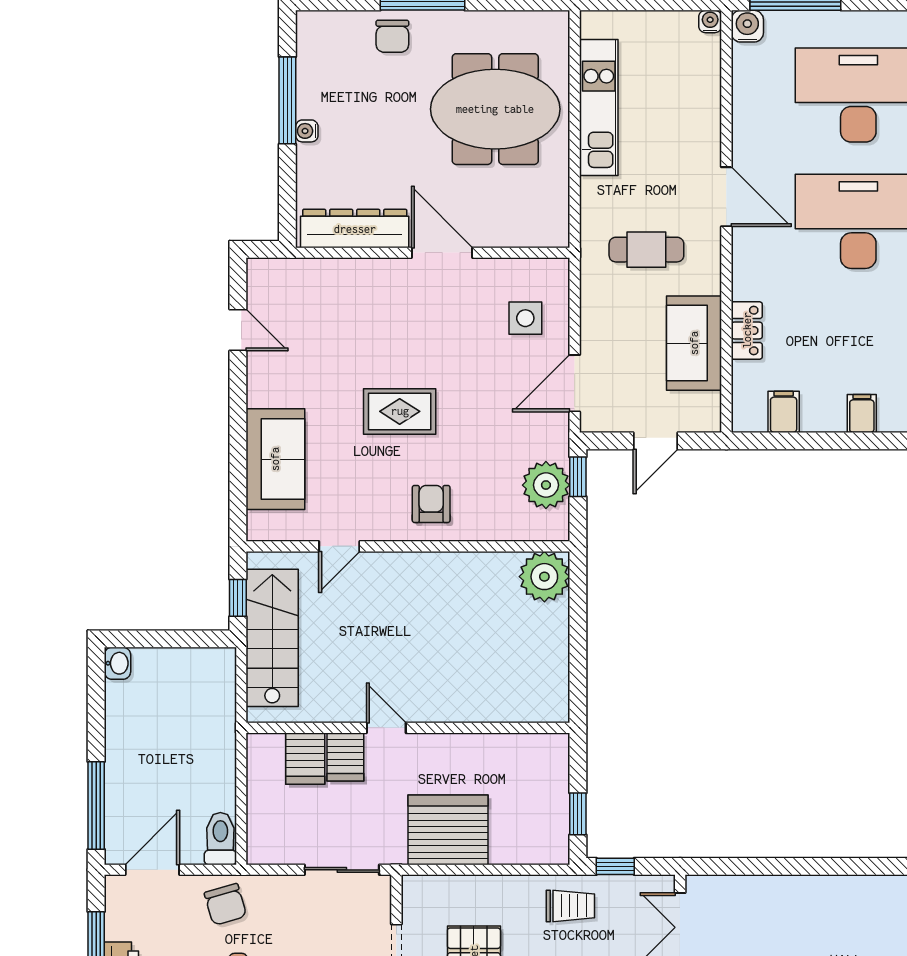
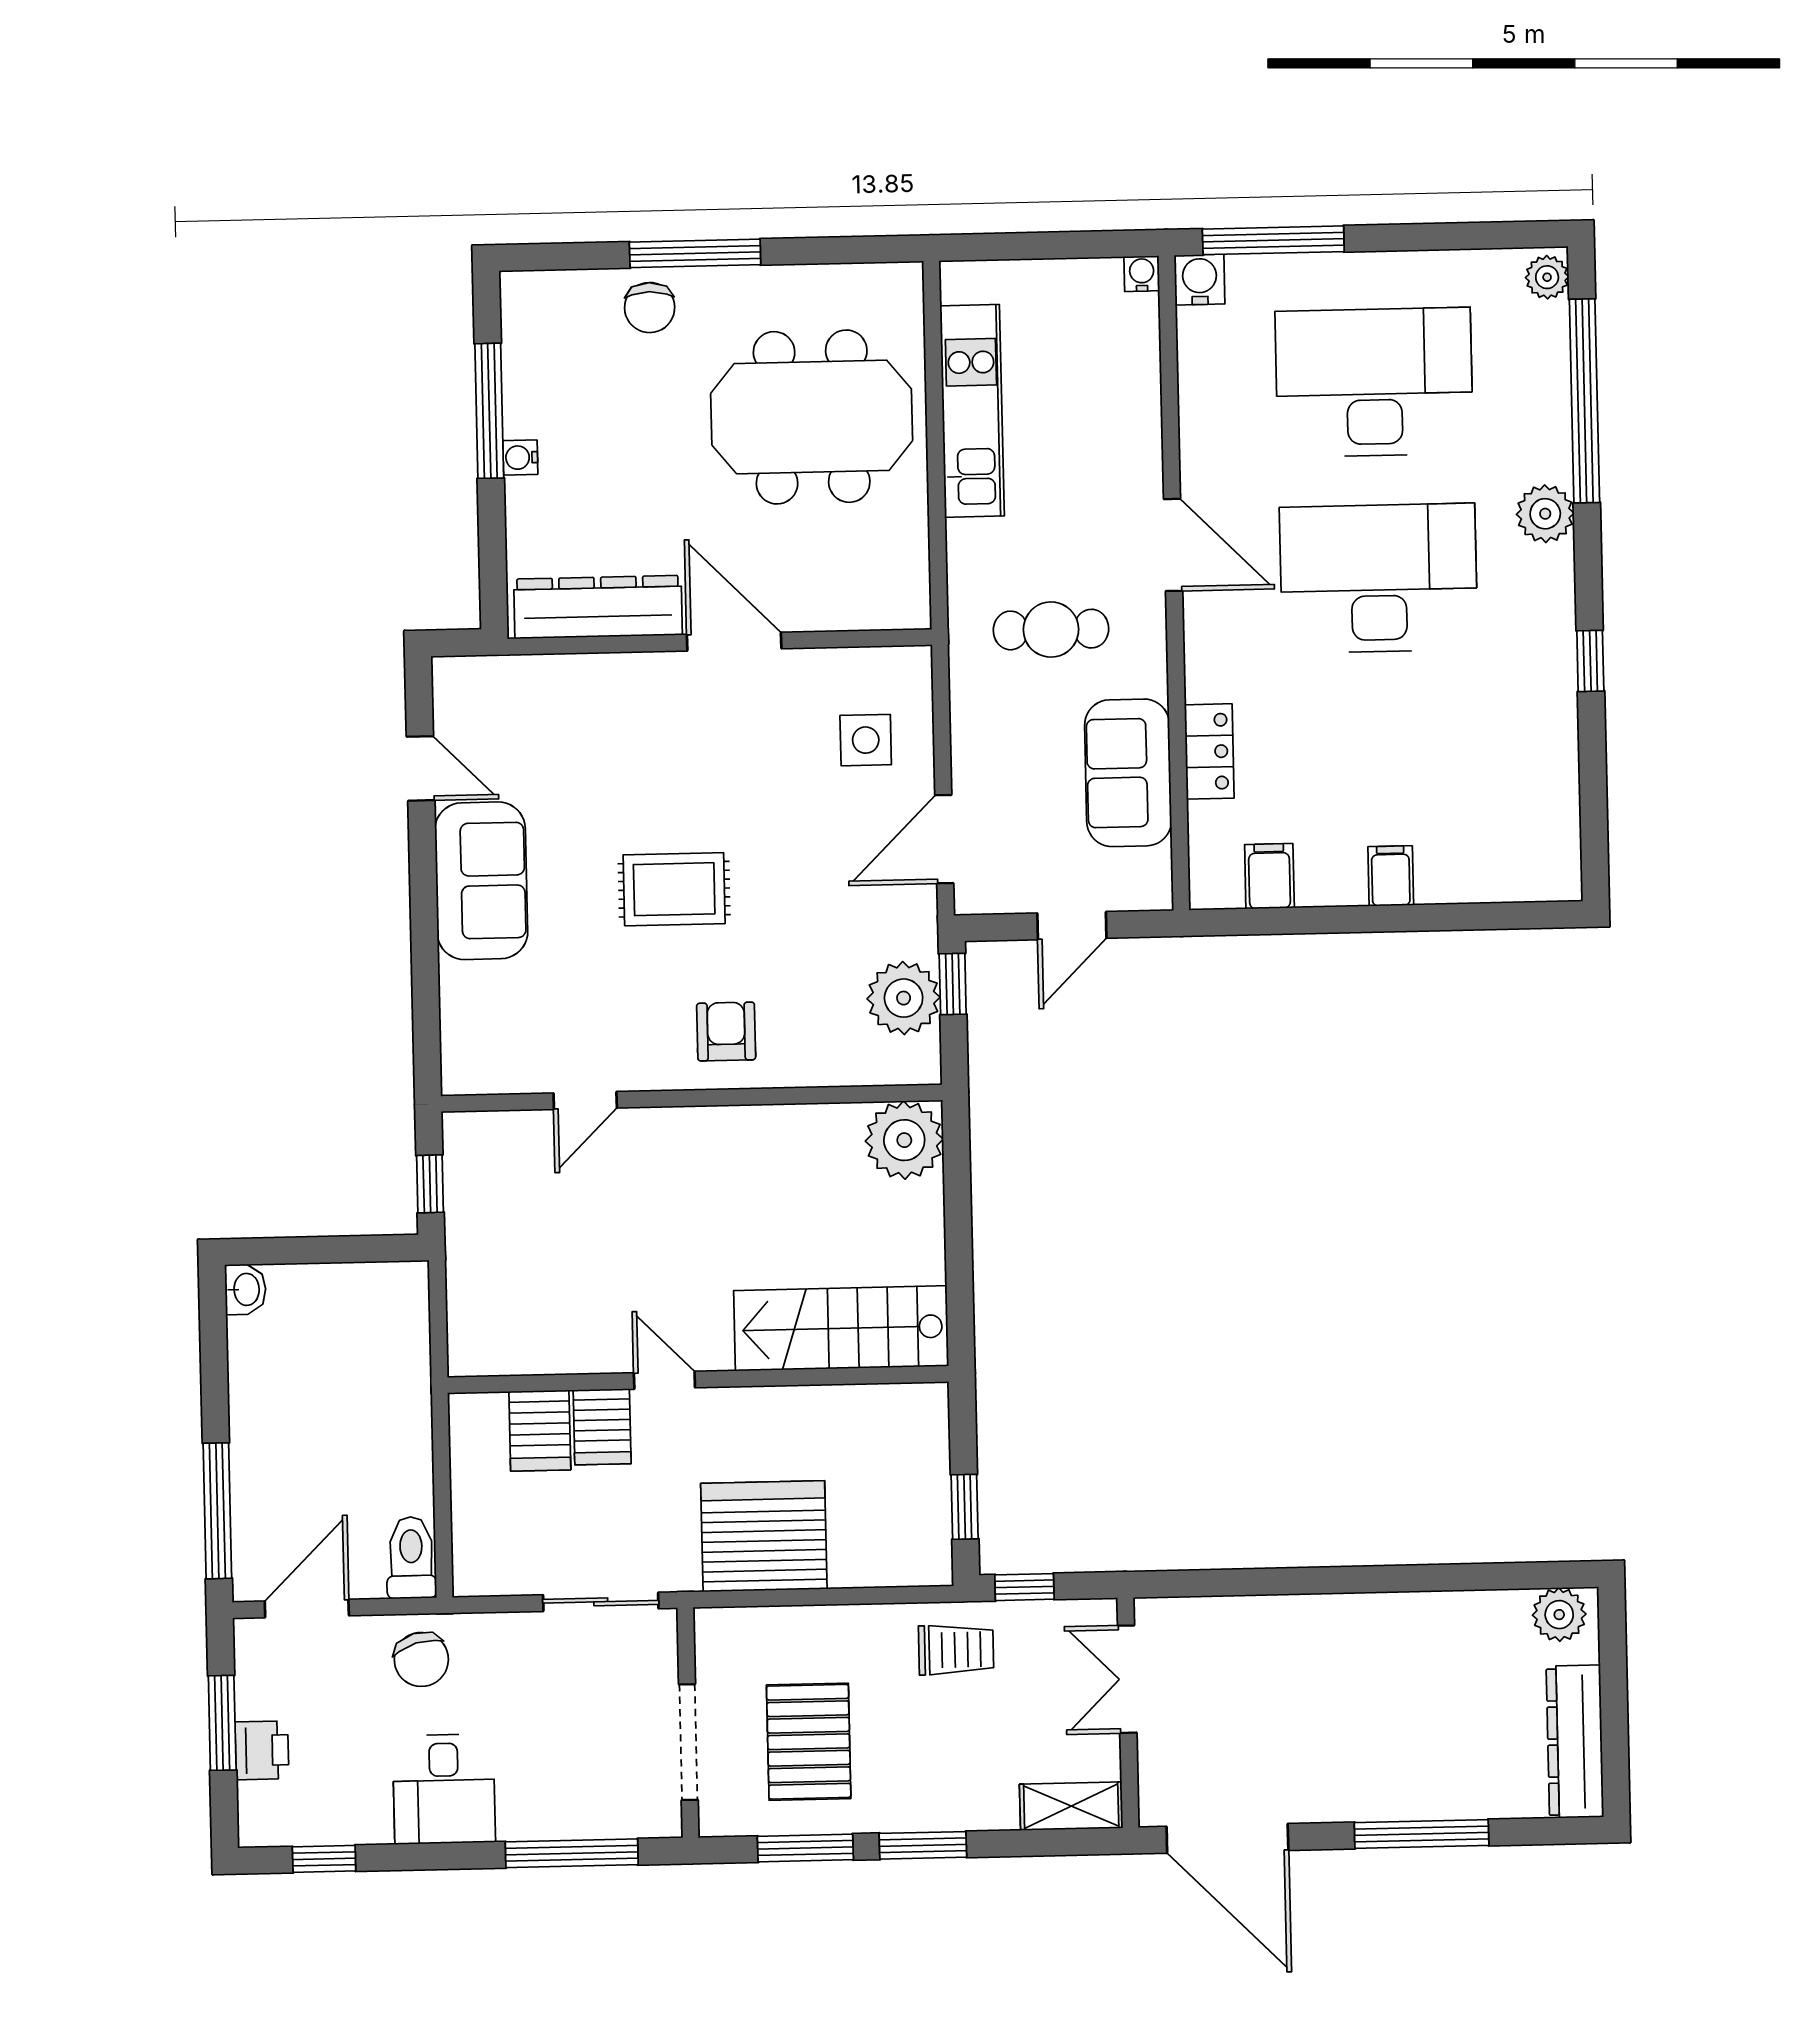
sofa: (275, 459) -> (481, 881), moved
stairs: (272, 638) -> (841, 1328), moved, turned -90

